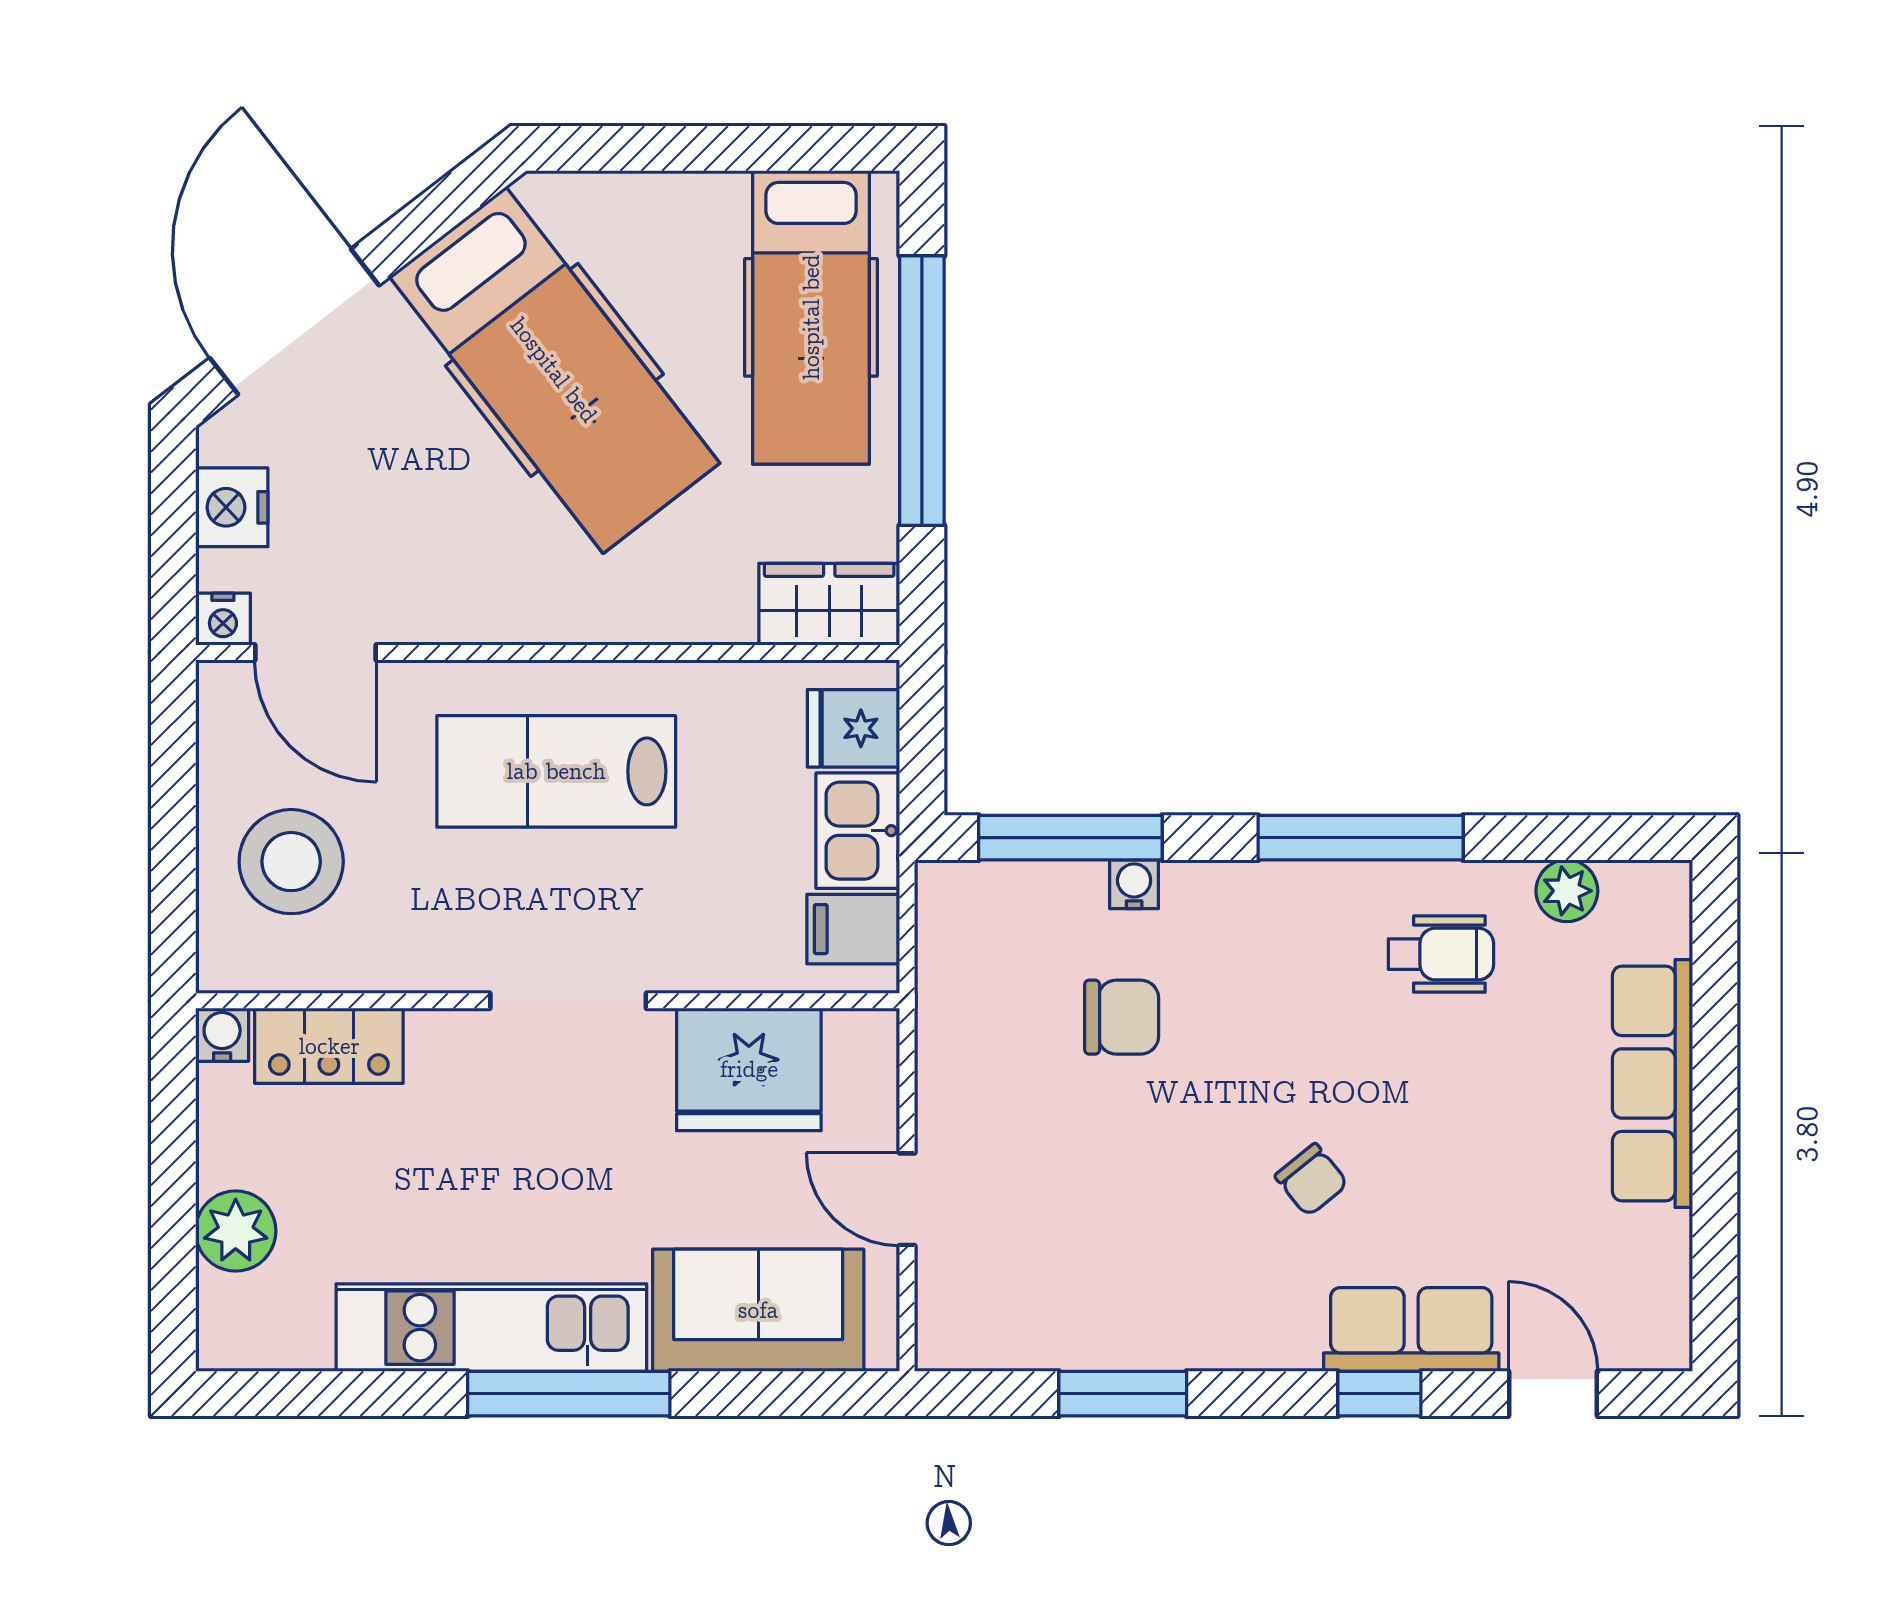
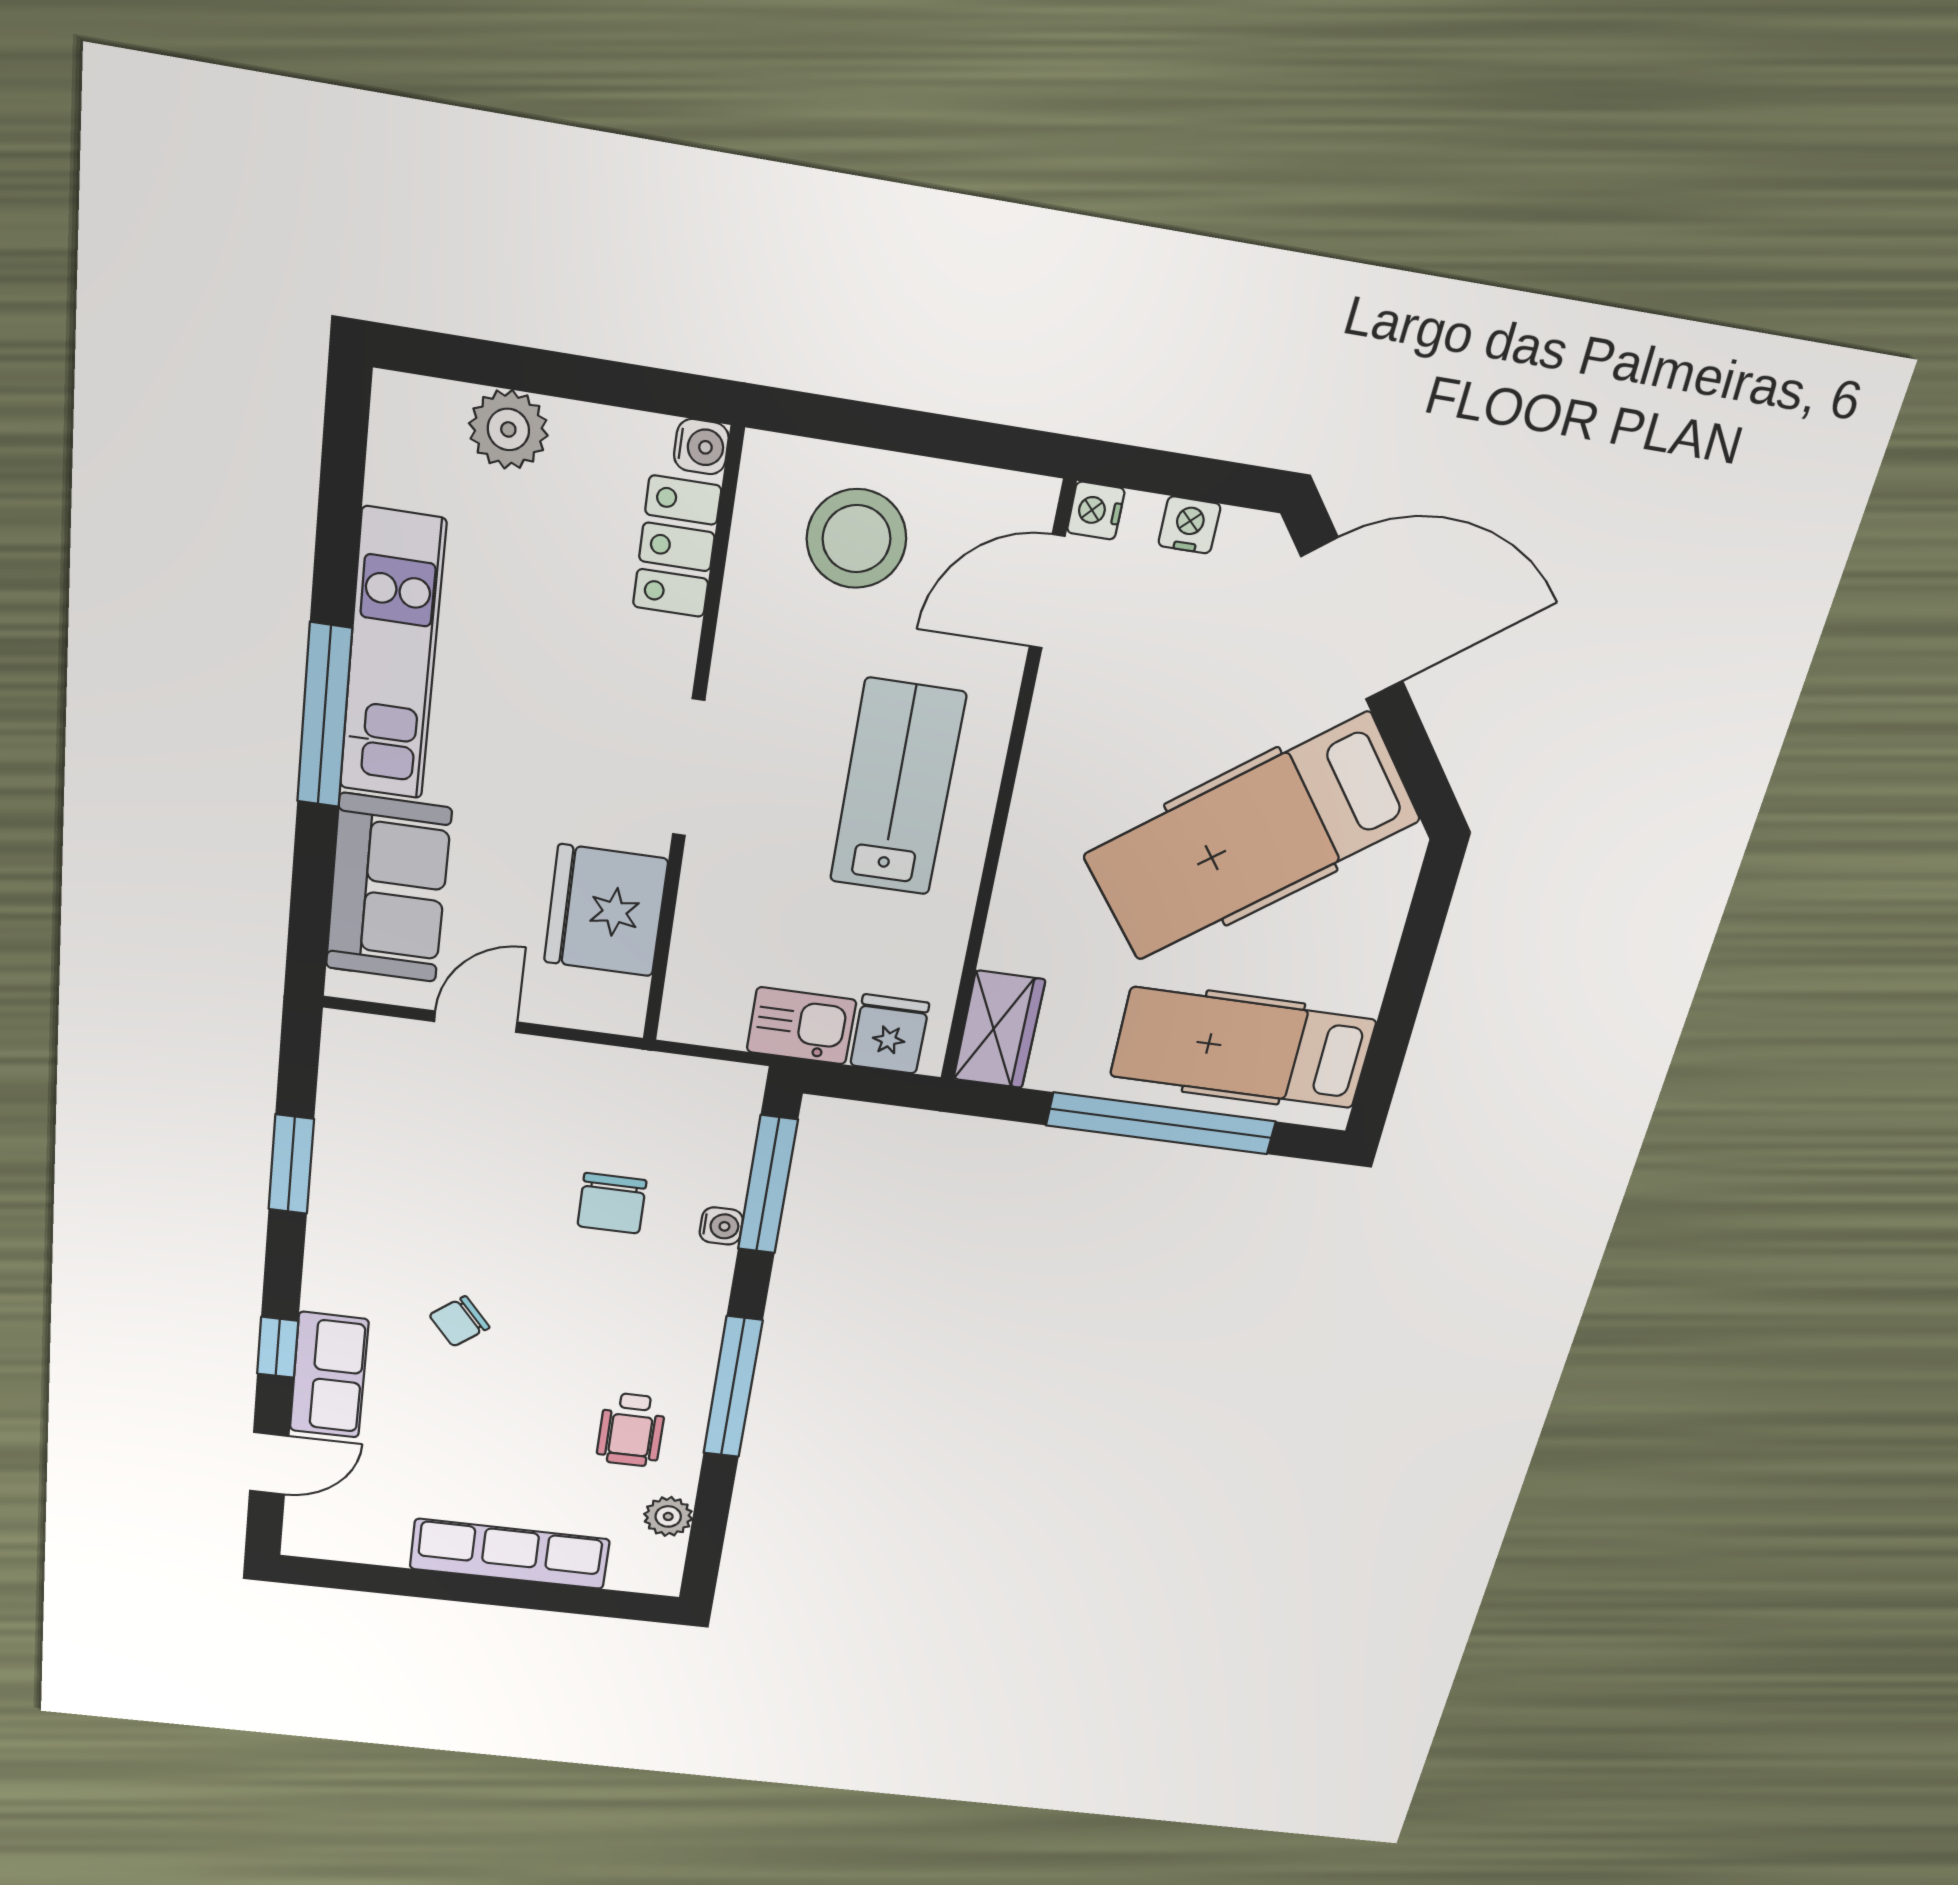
nightstand: (232, 507) -> (1189, 525), width x0.72, depth x0.74
filing cabinet: (853, 929) -> (717, 1011), removed

